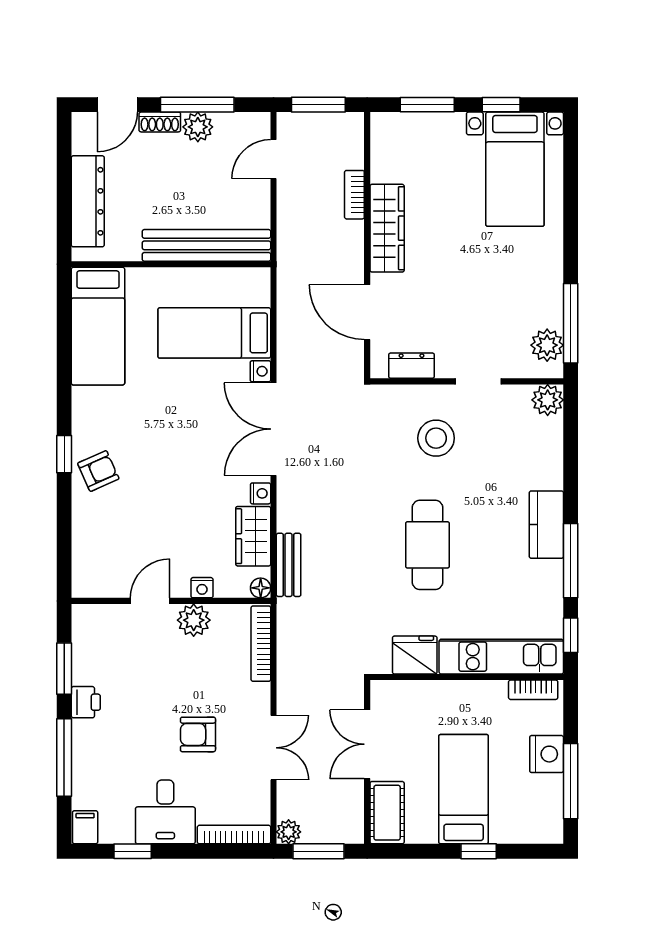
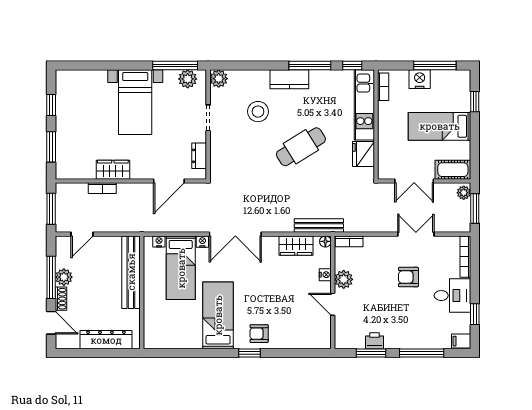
door: (273, 159) -> (82, 234), hinge flipped
bed with nightstands: (515, 169) -> (135, 102), moved, turned 90
wardrobe: (387, 228) -> (113, 170), width x0.67
bed: (98, 326) -> (218, 315), moved, turned -90
stool: (436, 438) -> (258, 112), moved
armchair: (98, 471) -> (259, 334), turned -66
nightstand: (261, 493) -> (159, 241), moved
cafe table: (427, 545) -> (301, 147), turned -32
bench: (289, 565) -> (319, 226), width x1.36
bookcase: (261, 644) -> (349, 241), width x0.64
printer: (86, 702) -> (374, 341), moved
armchair: (198, 734) -> (408, 277), turned 90
plant: (289, 832) -> (464, 193), moved
window: (479, 851) -> (475, 102), moved

